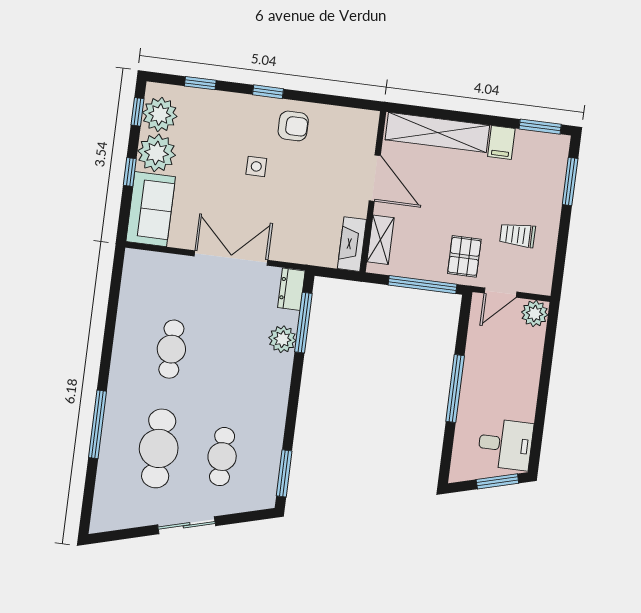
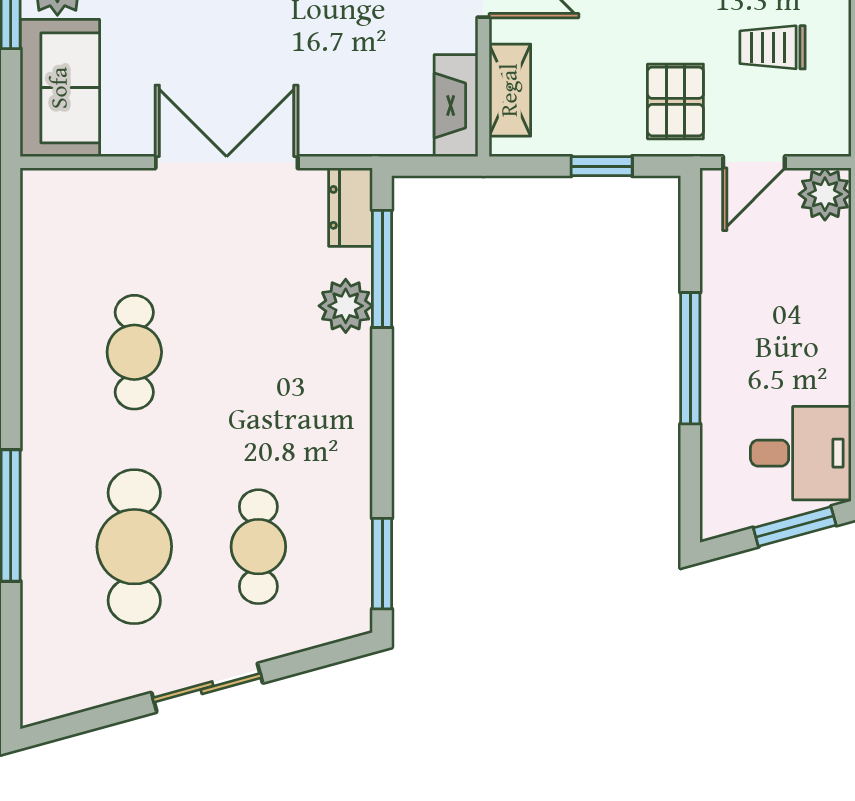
window: (422, 285) -> (602, 166), width x0.46

